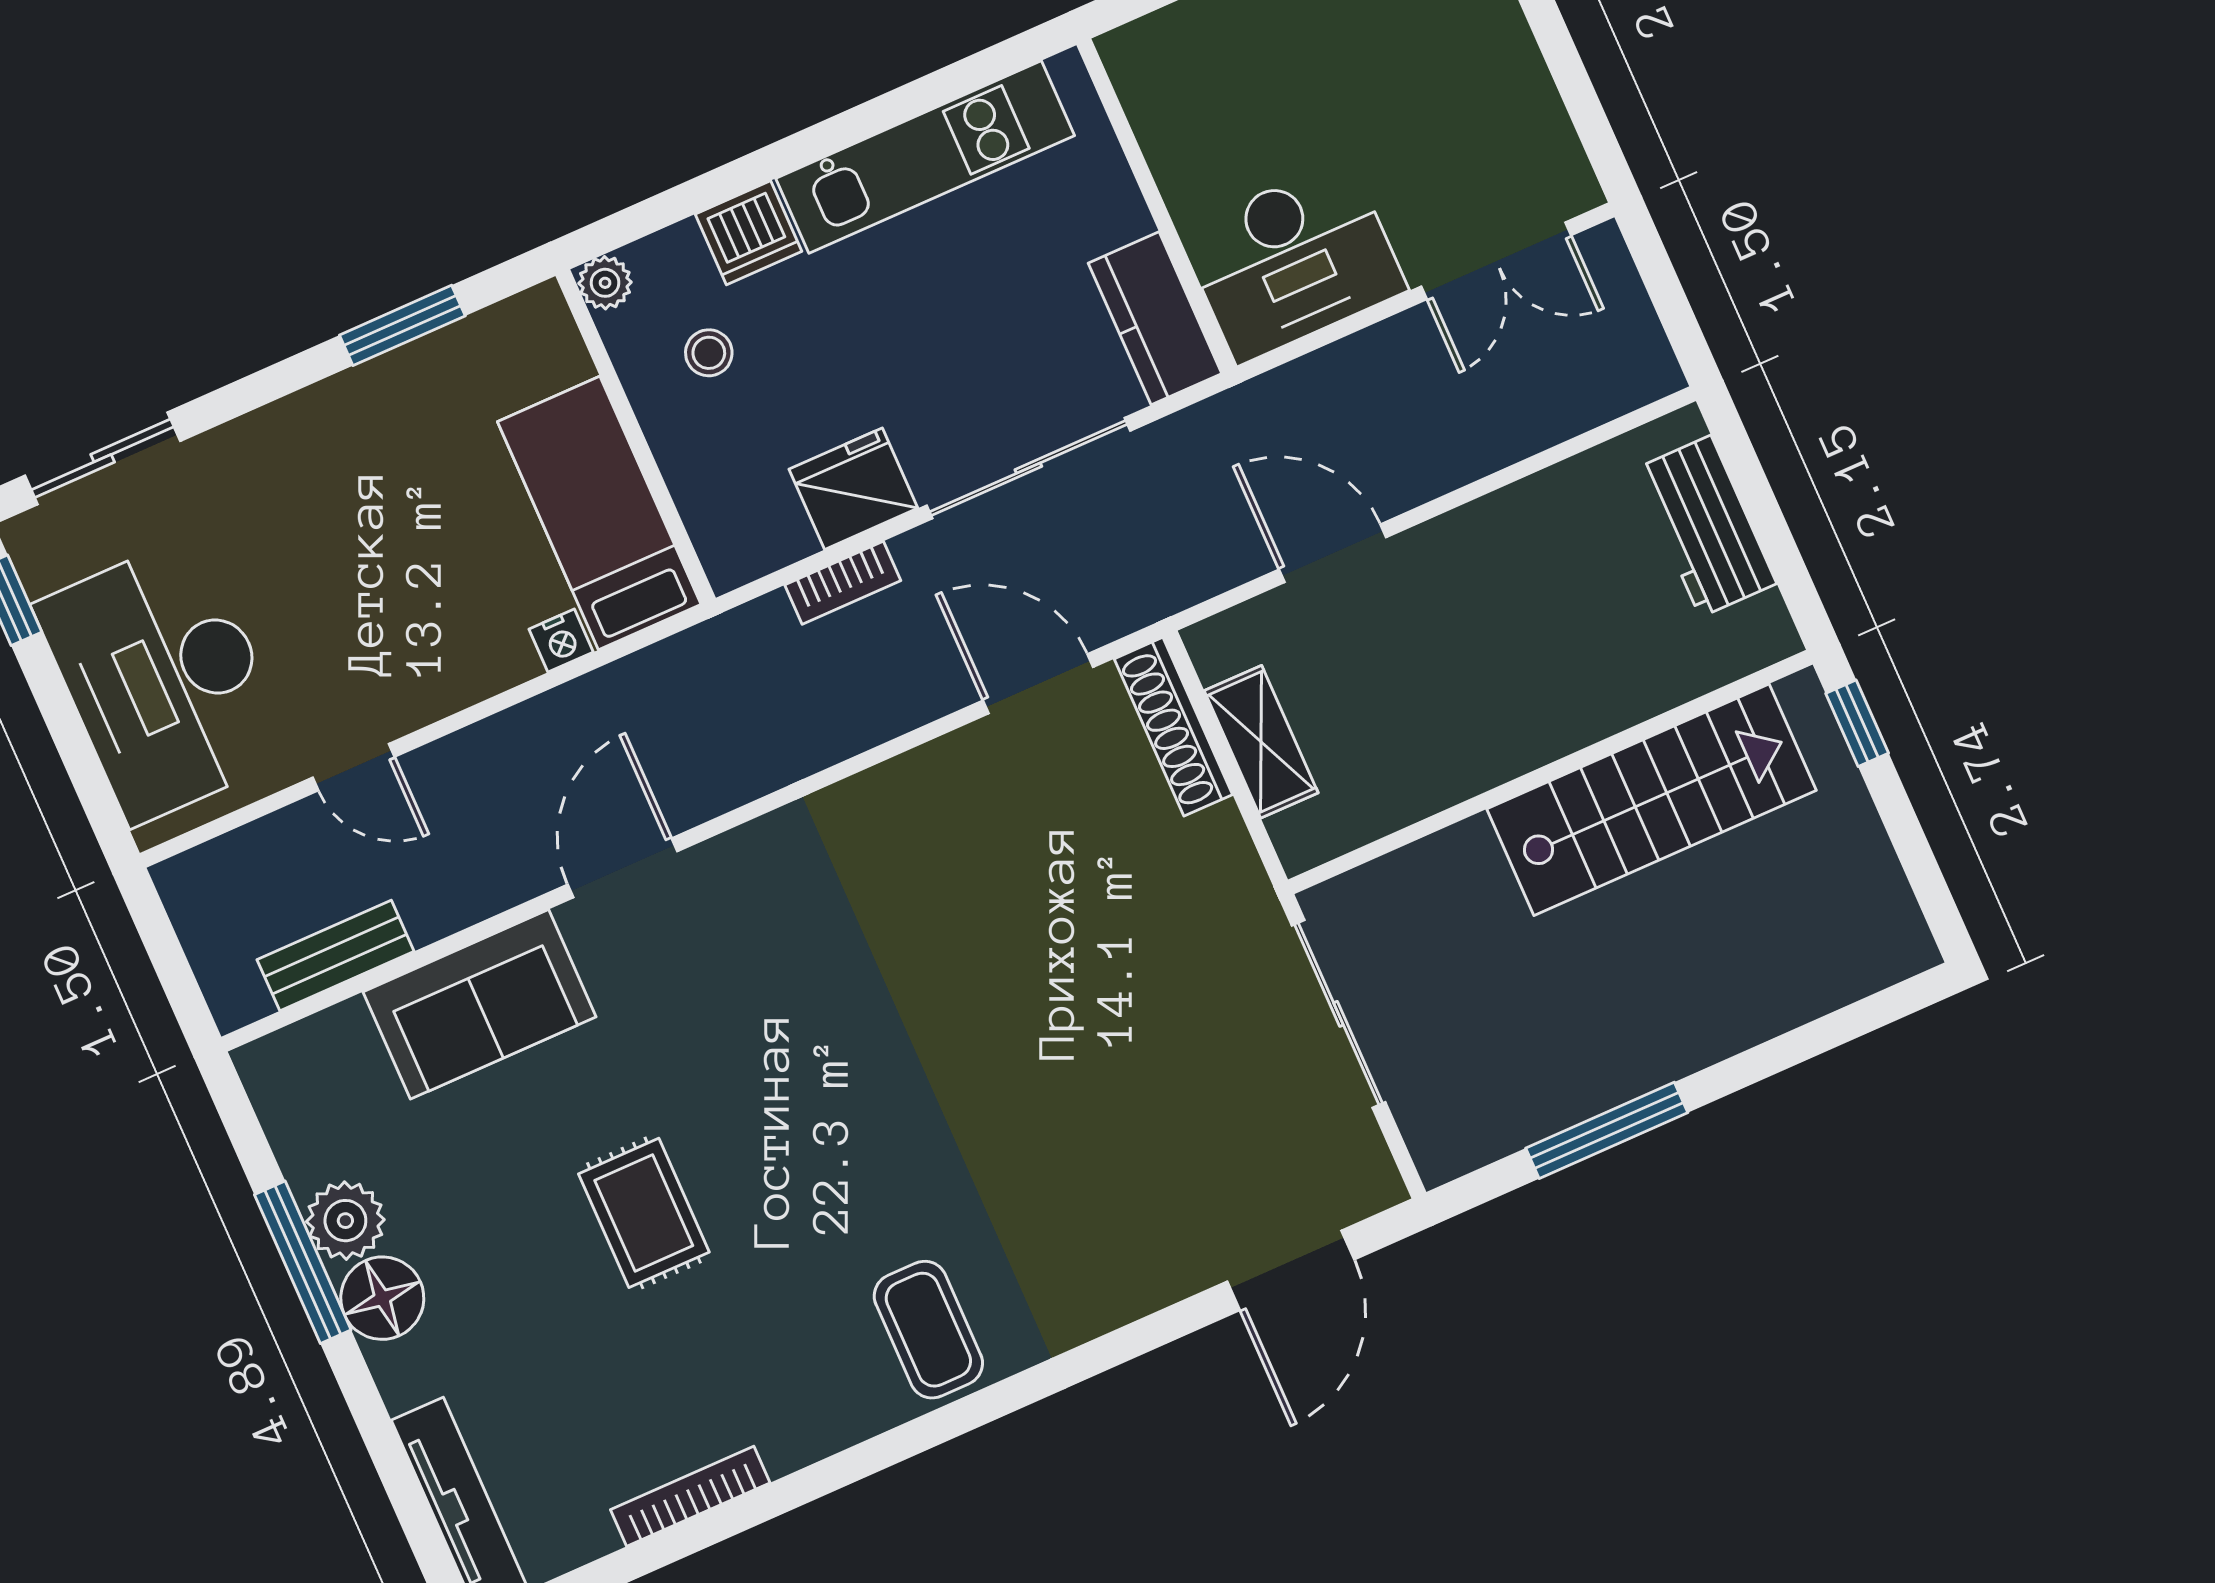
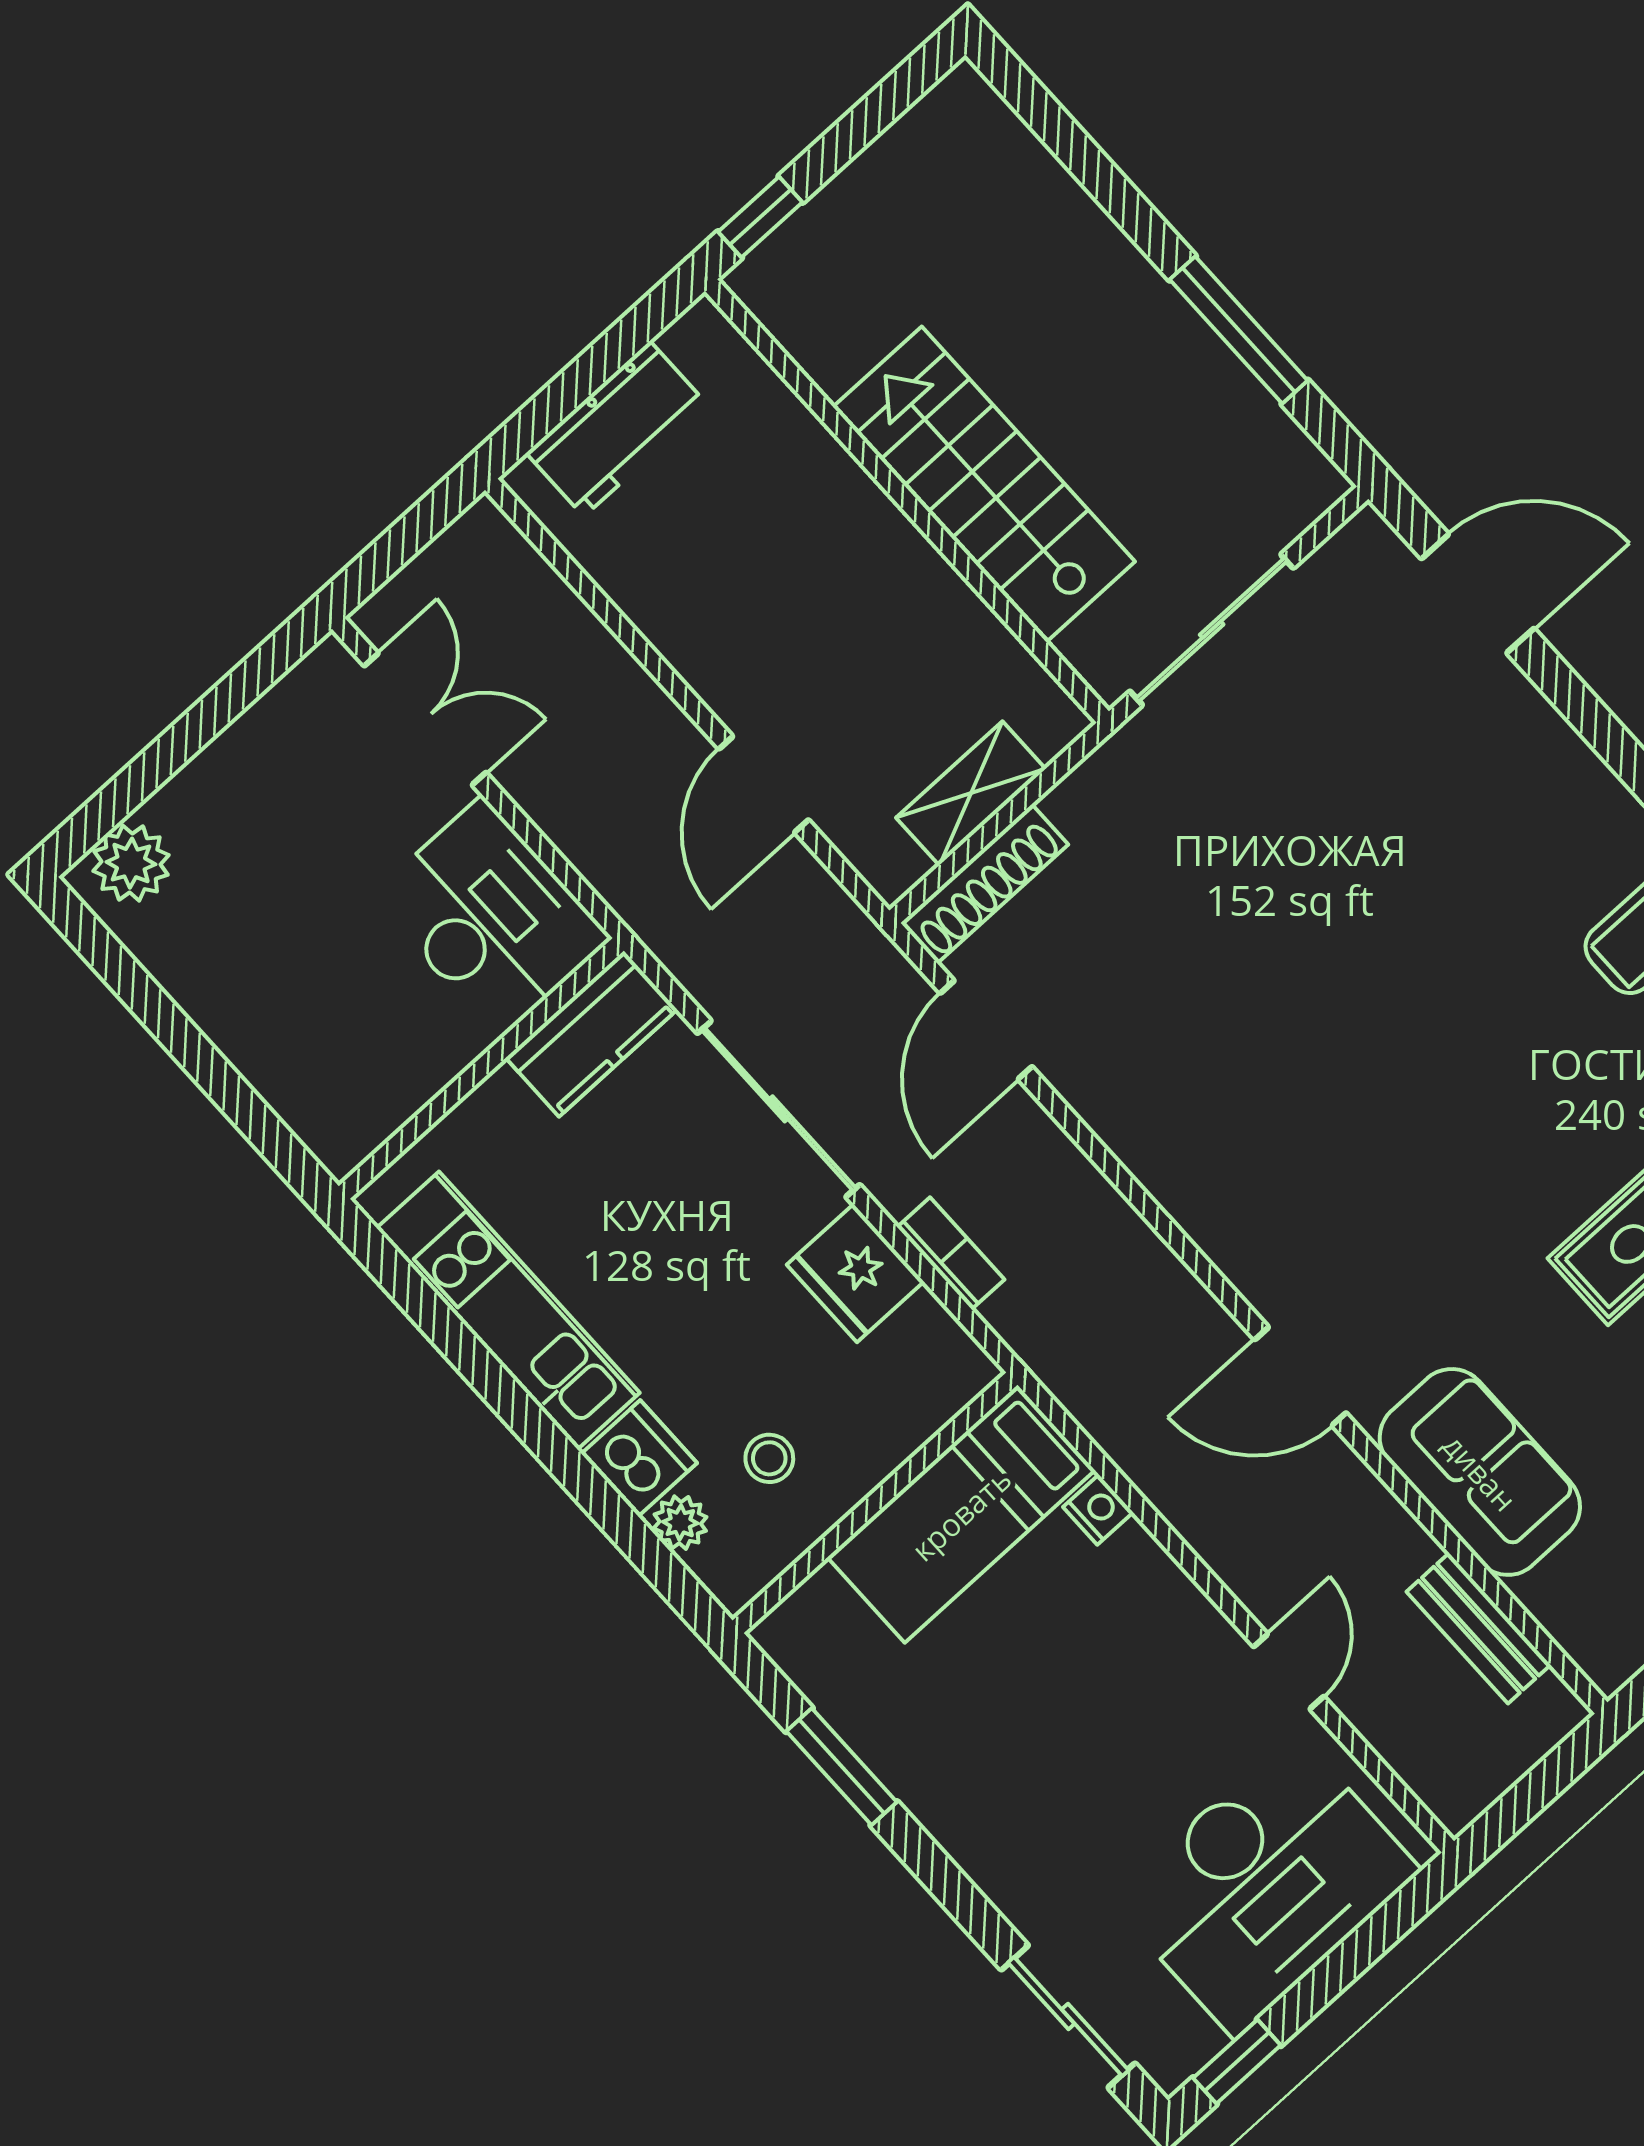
plant: (605, 283) -> (680, 1523), moved
stairs: (1651, 800) -> (984, 484), moved

